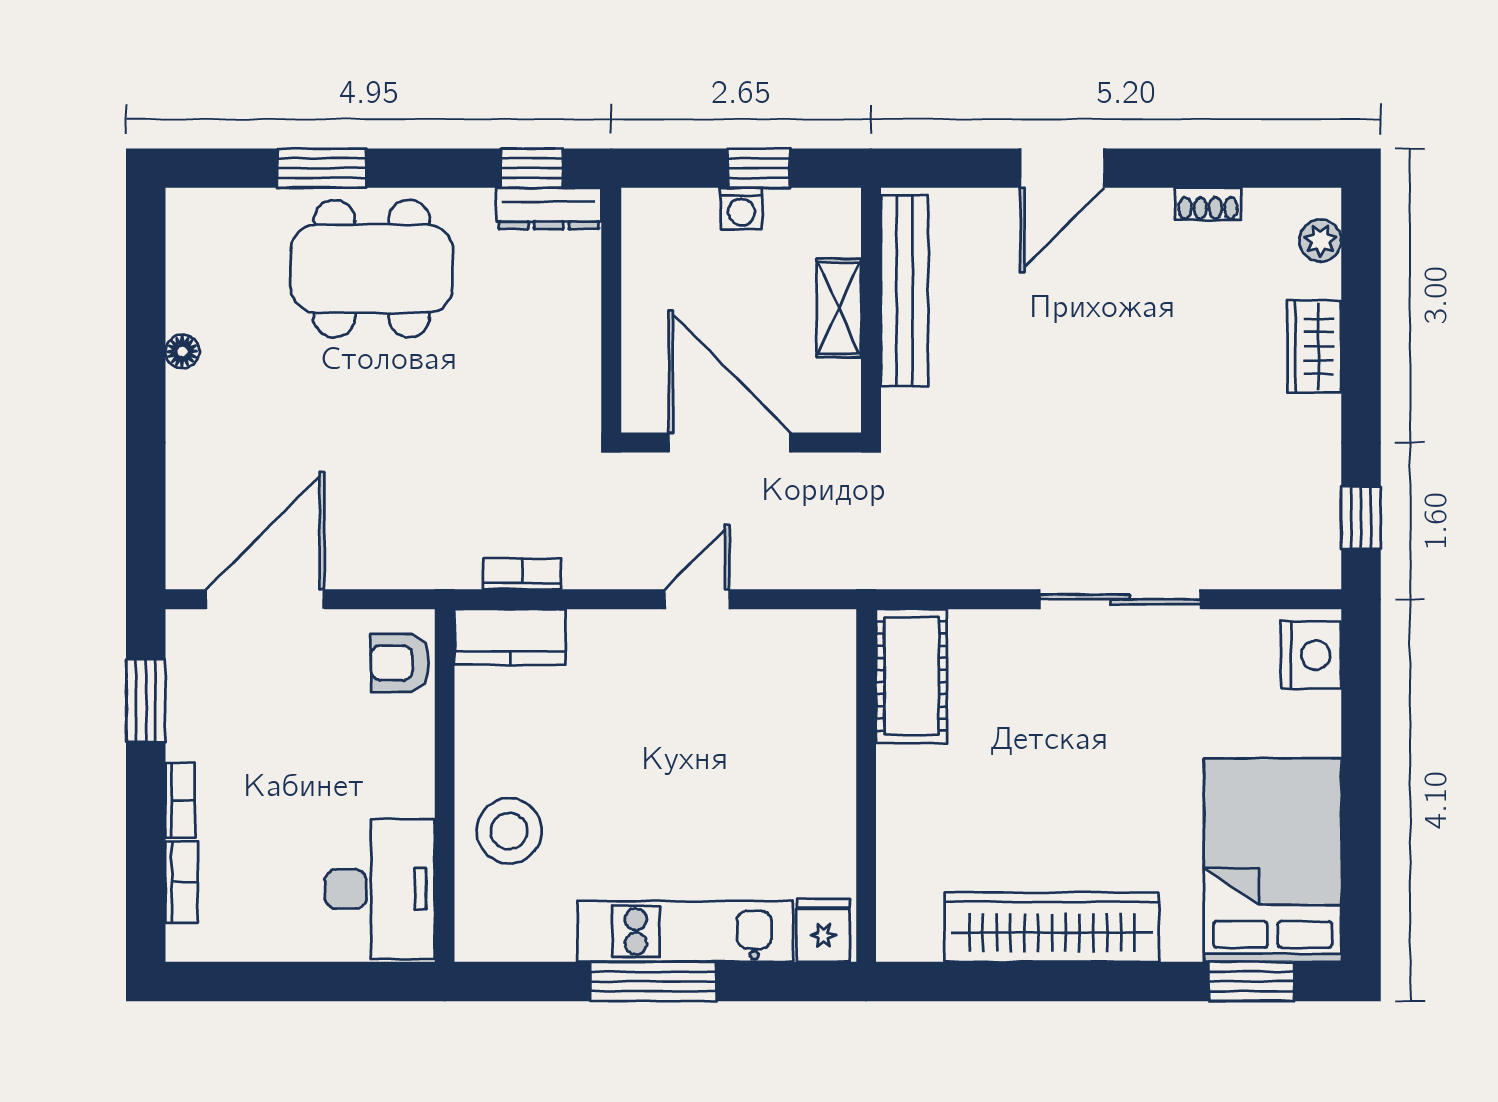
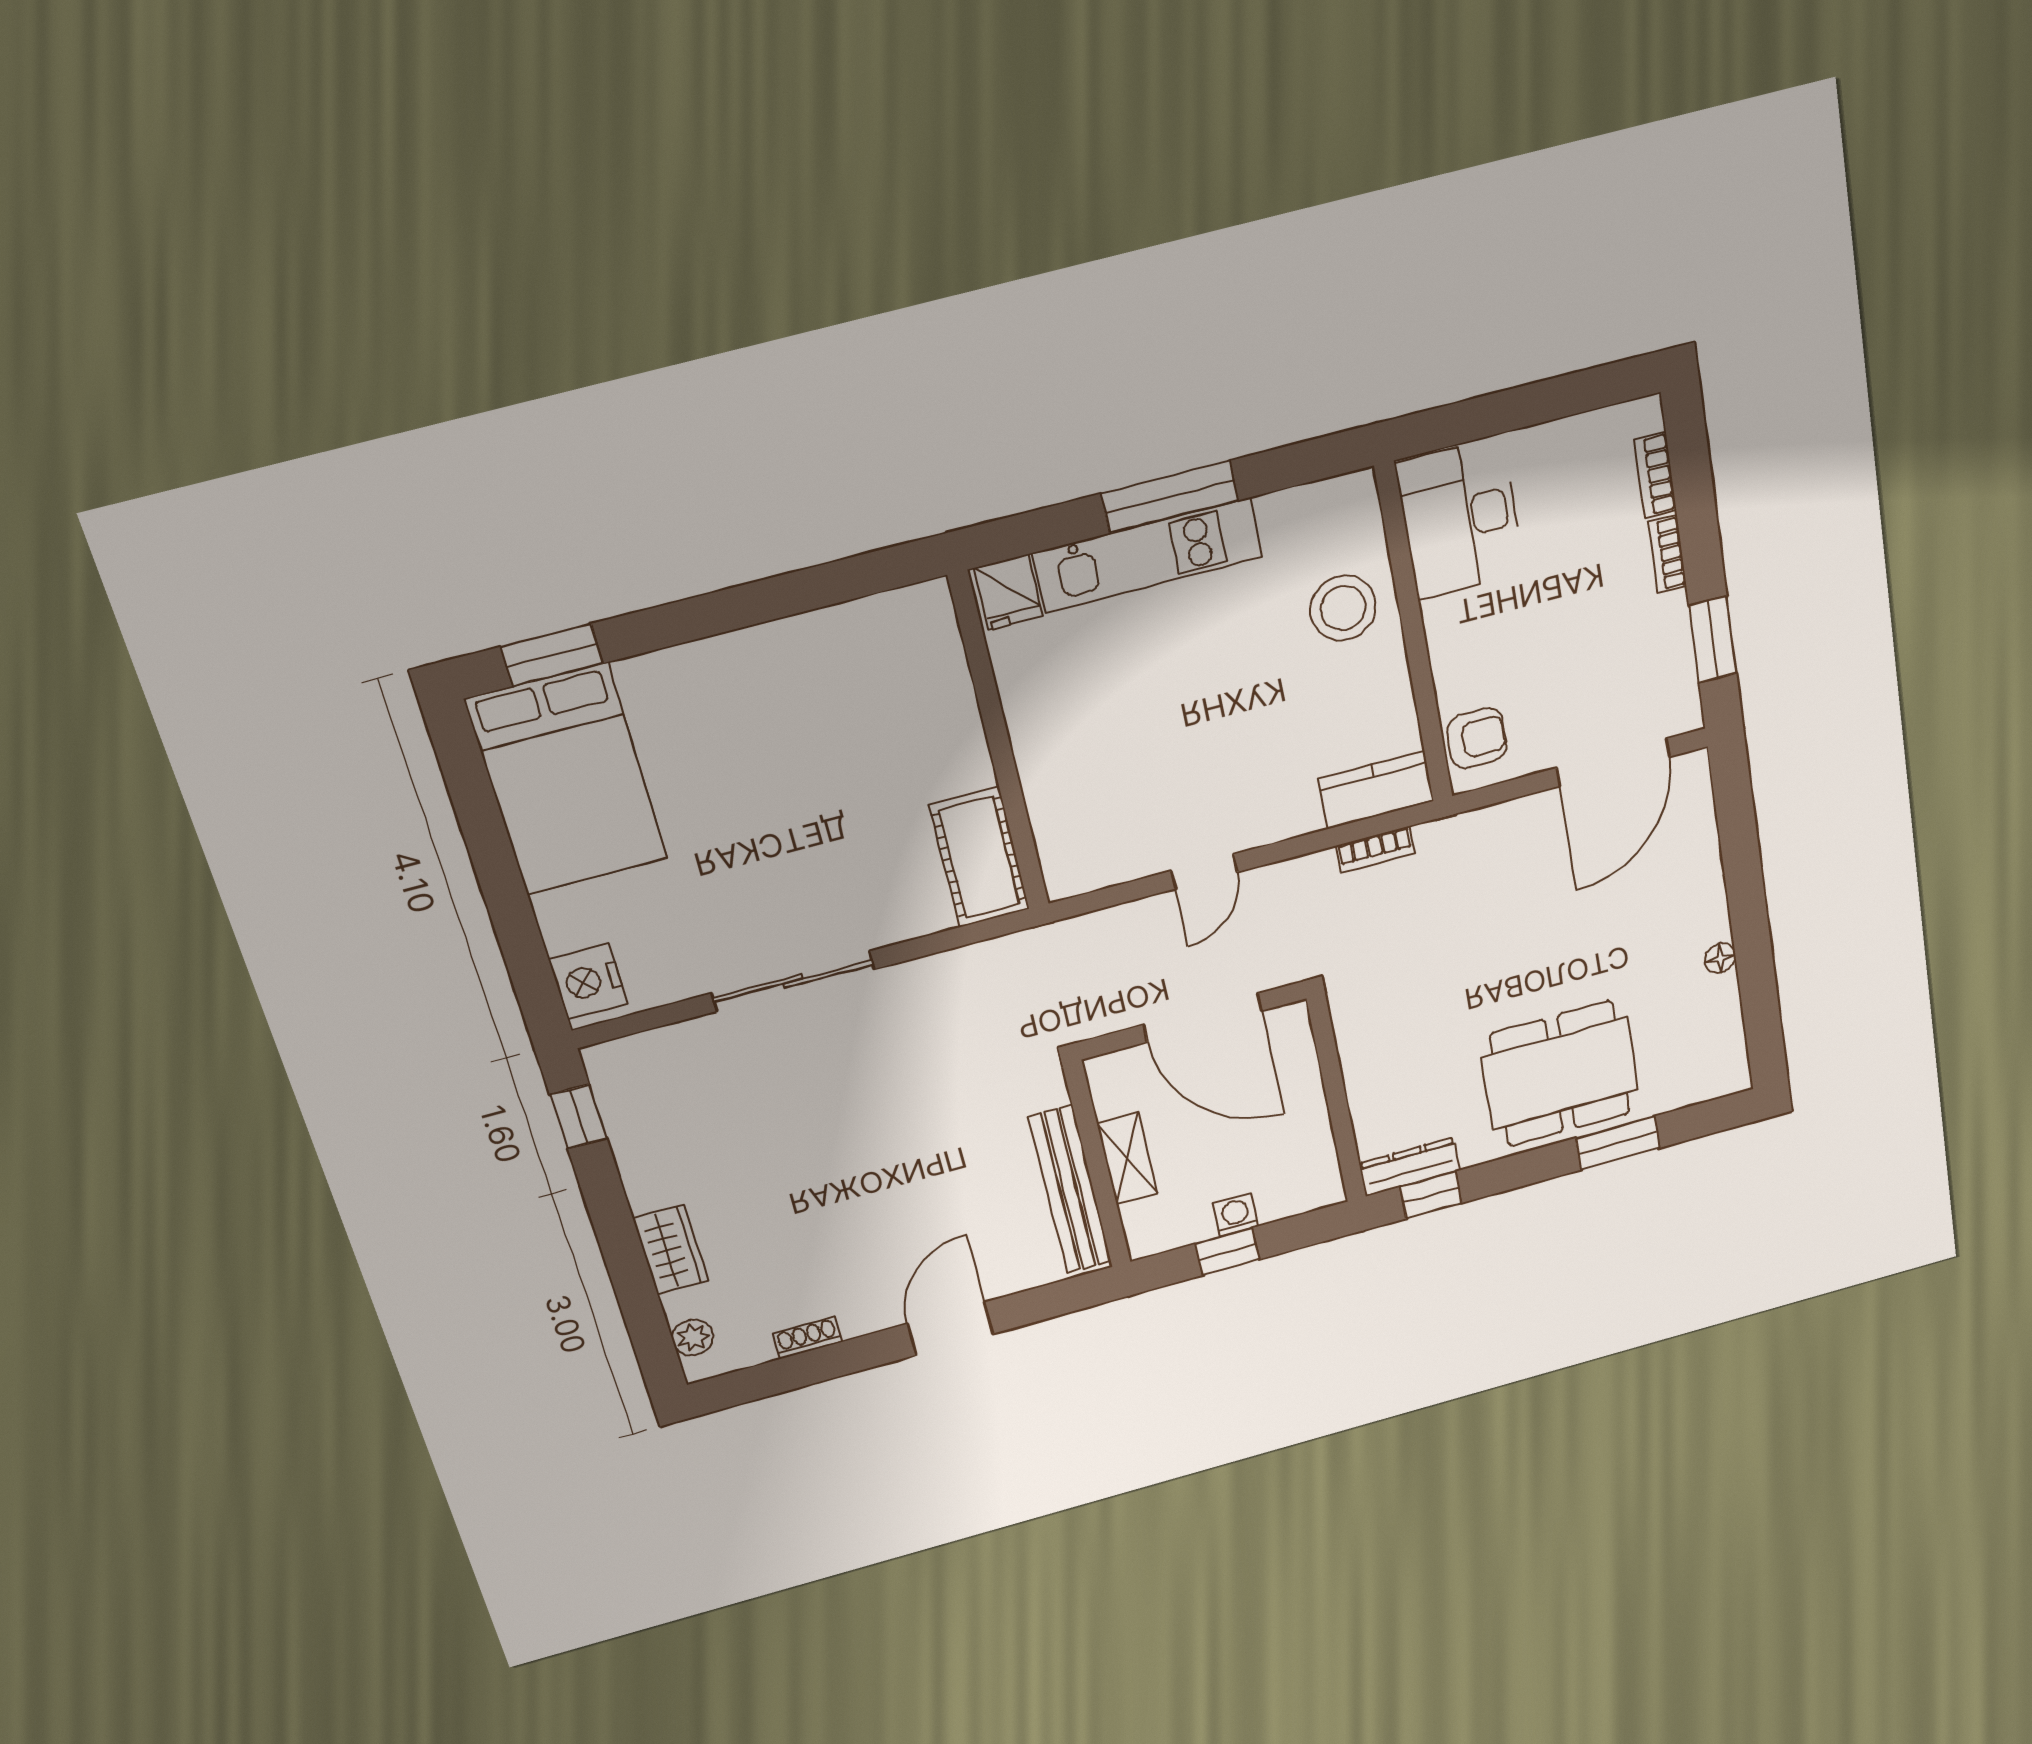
wardrobe: (1052, 927) -> (775, 656), removed

